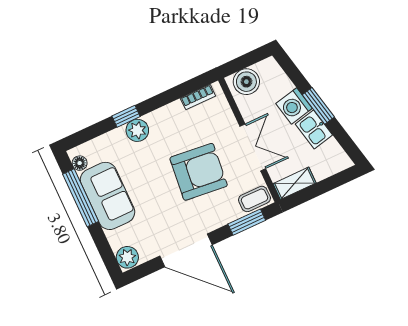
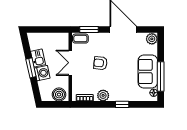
plant: (137, 130) -> (103, 95), moved
armchair: (199, 172) -> (100, 63), width x0.53, depth x0.53
shelving: (295, 183) -> (59, 37), removed

